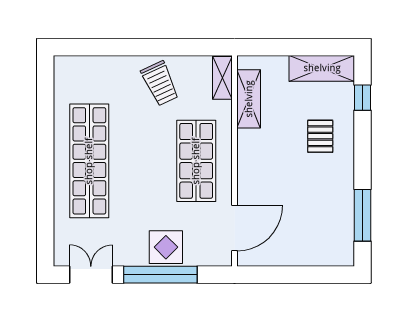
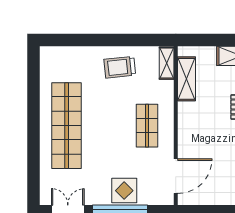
trolley: (160, 83) -> (120, 67), turned 109
shop shelf: (196, 161) -> (147, 126), width x0.70, depth x0.74

